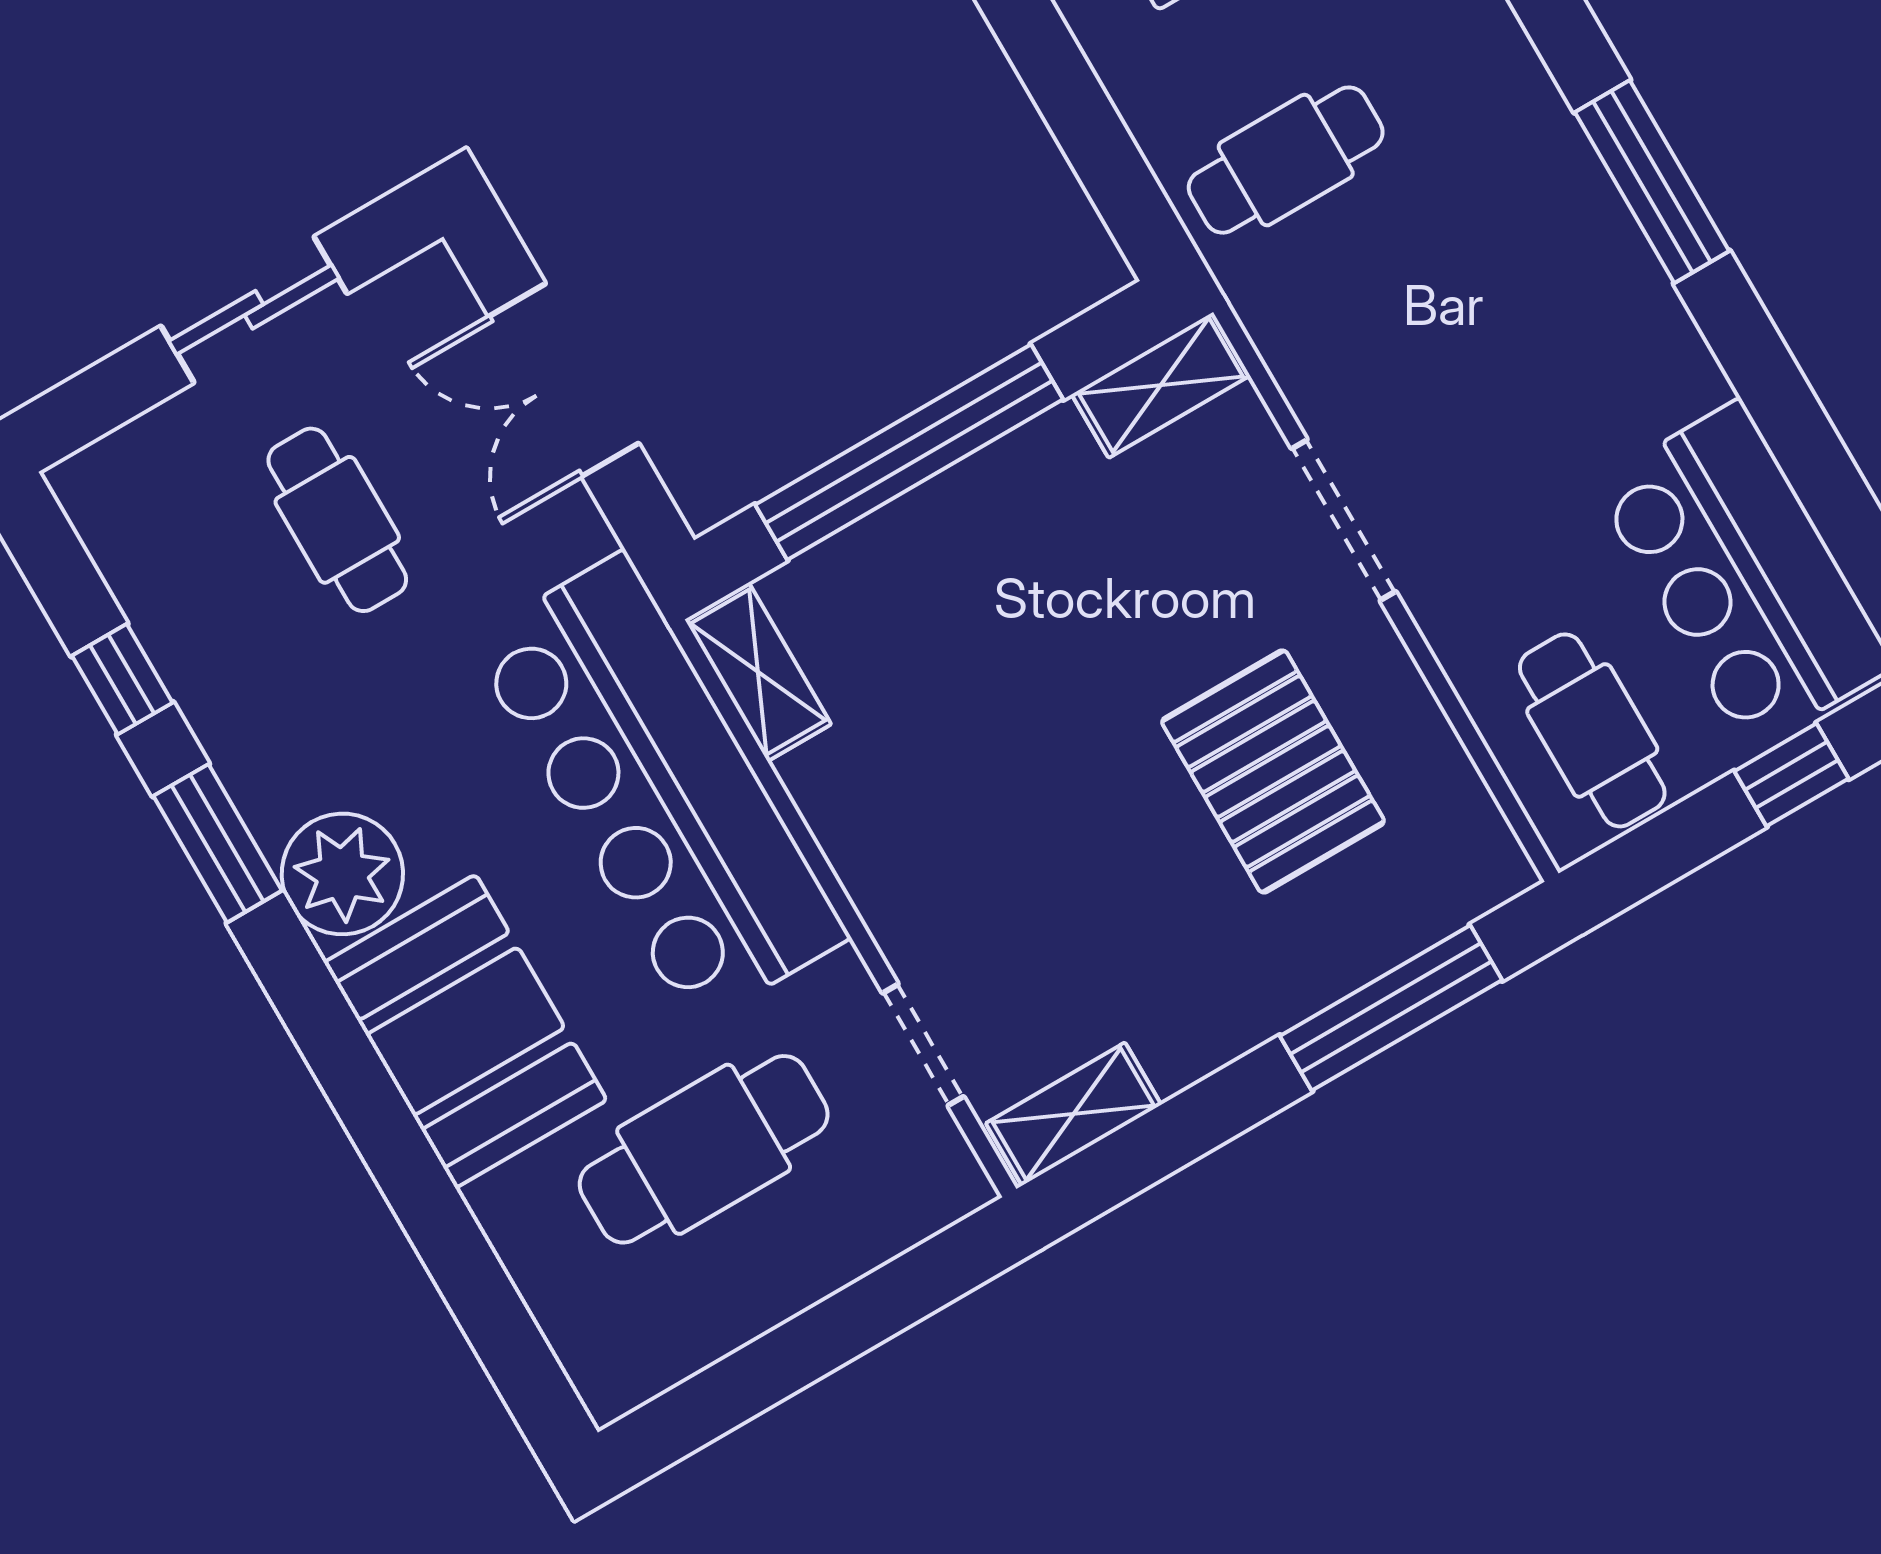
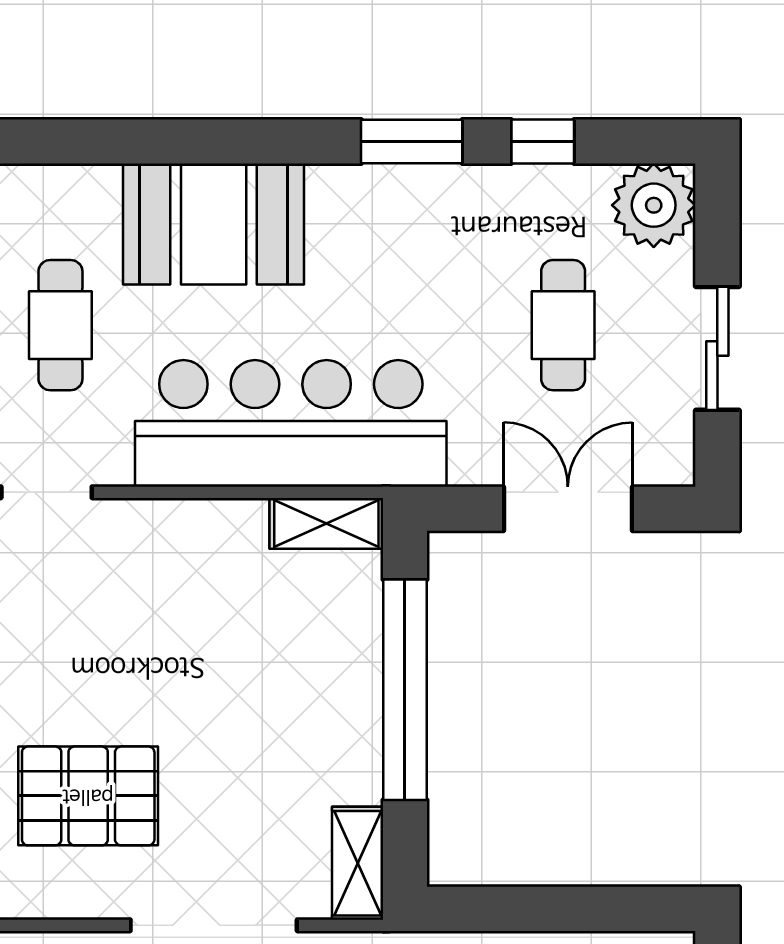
cafe table: (337, 520) -> (563, 325), turned 90
doorway: (1344, 520) -> (214, 925), width x1.36
plant: (342, 874) -> (654, 205), moved
cafe table: (704, 1149) -> (60, 325), width x0.73, depth x0.74

